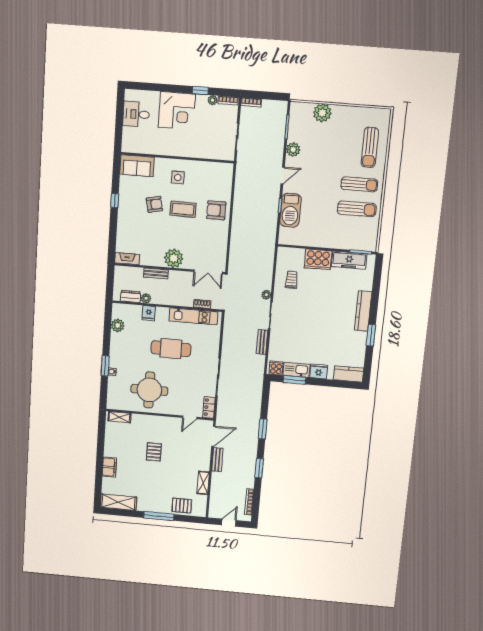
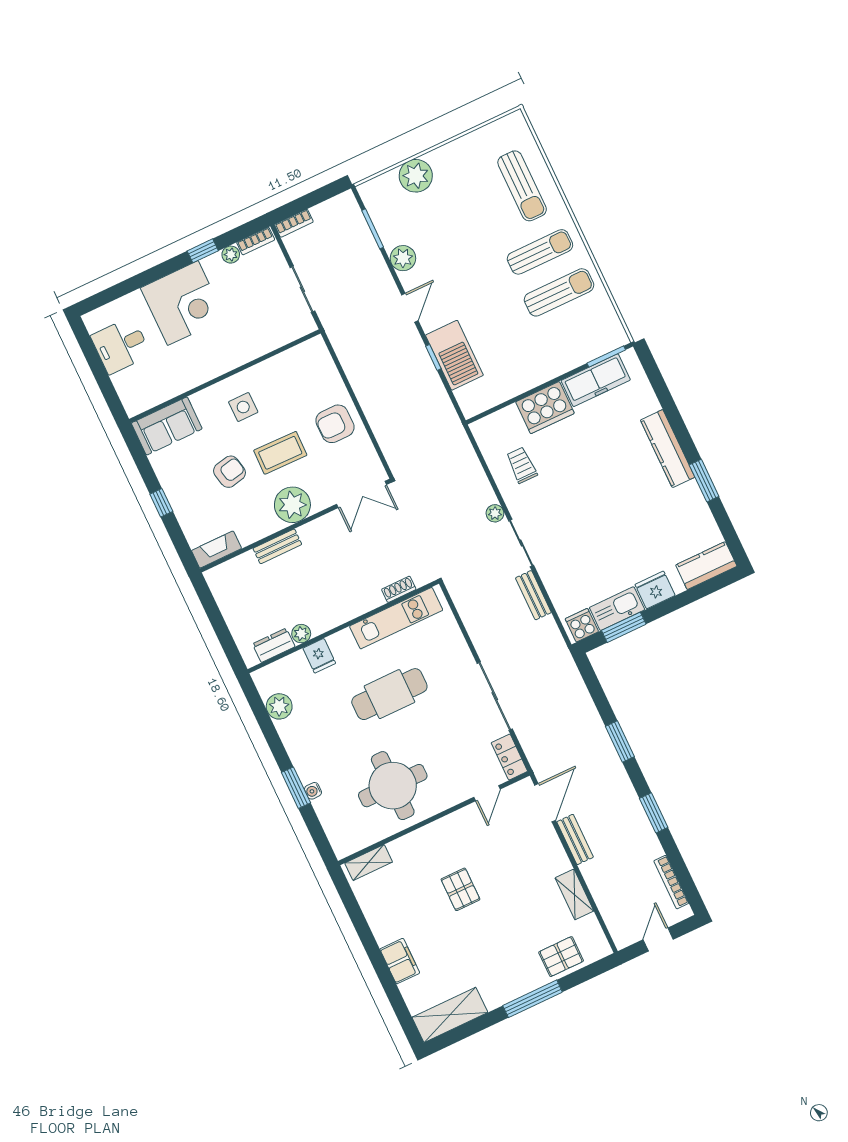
plant: (174, 258) -> (292, 505), moved
fireplace: (127, 259) -> (216, 549), moved
wall: (170, 269) -> (296, 526), moved
double door: (208, 272) -> (362, 494), moved
bench: (156, 273) -> (277, 546), moved

